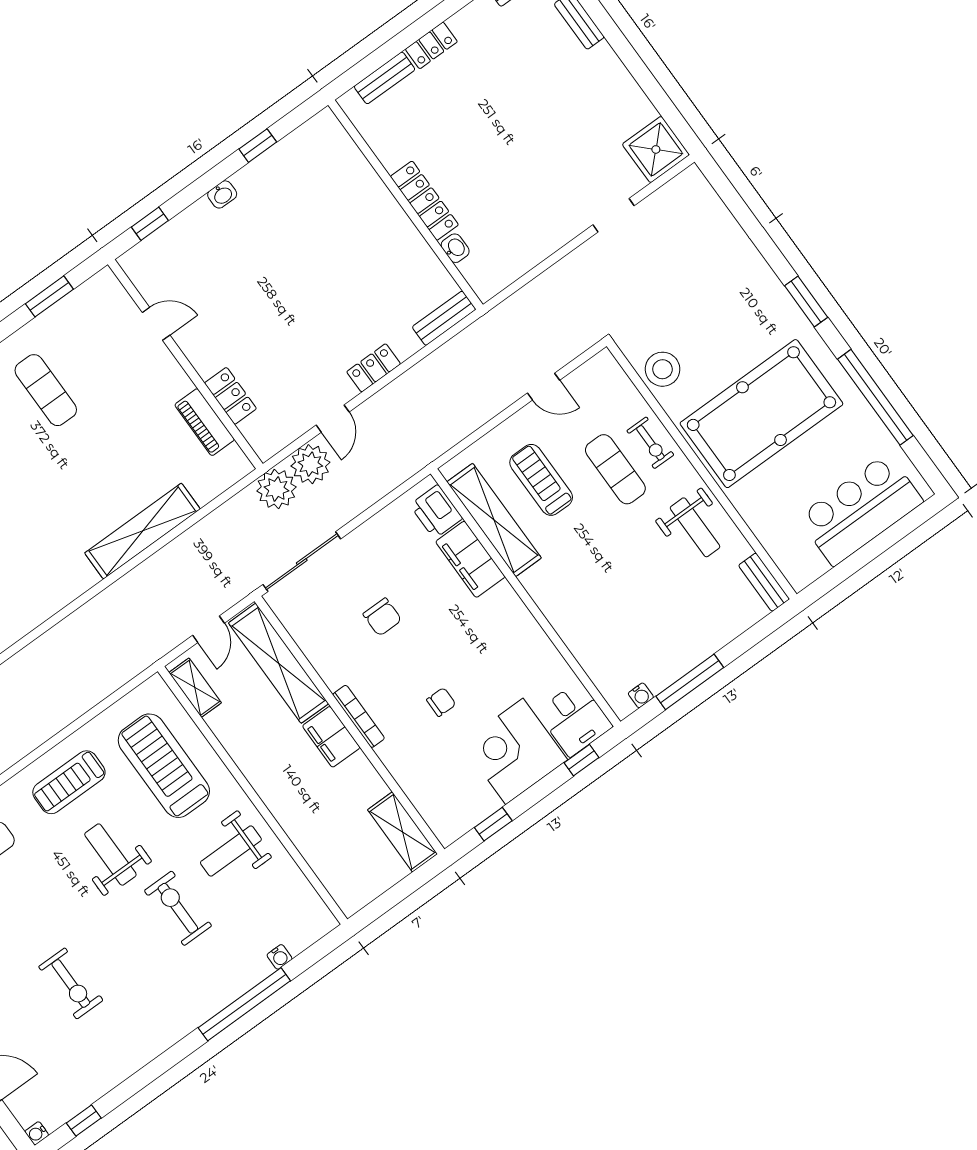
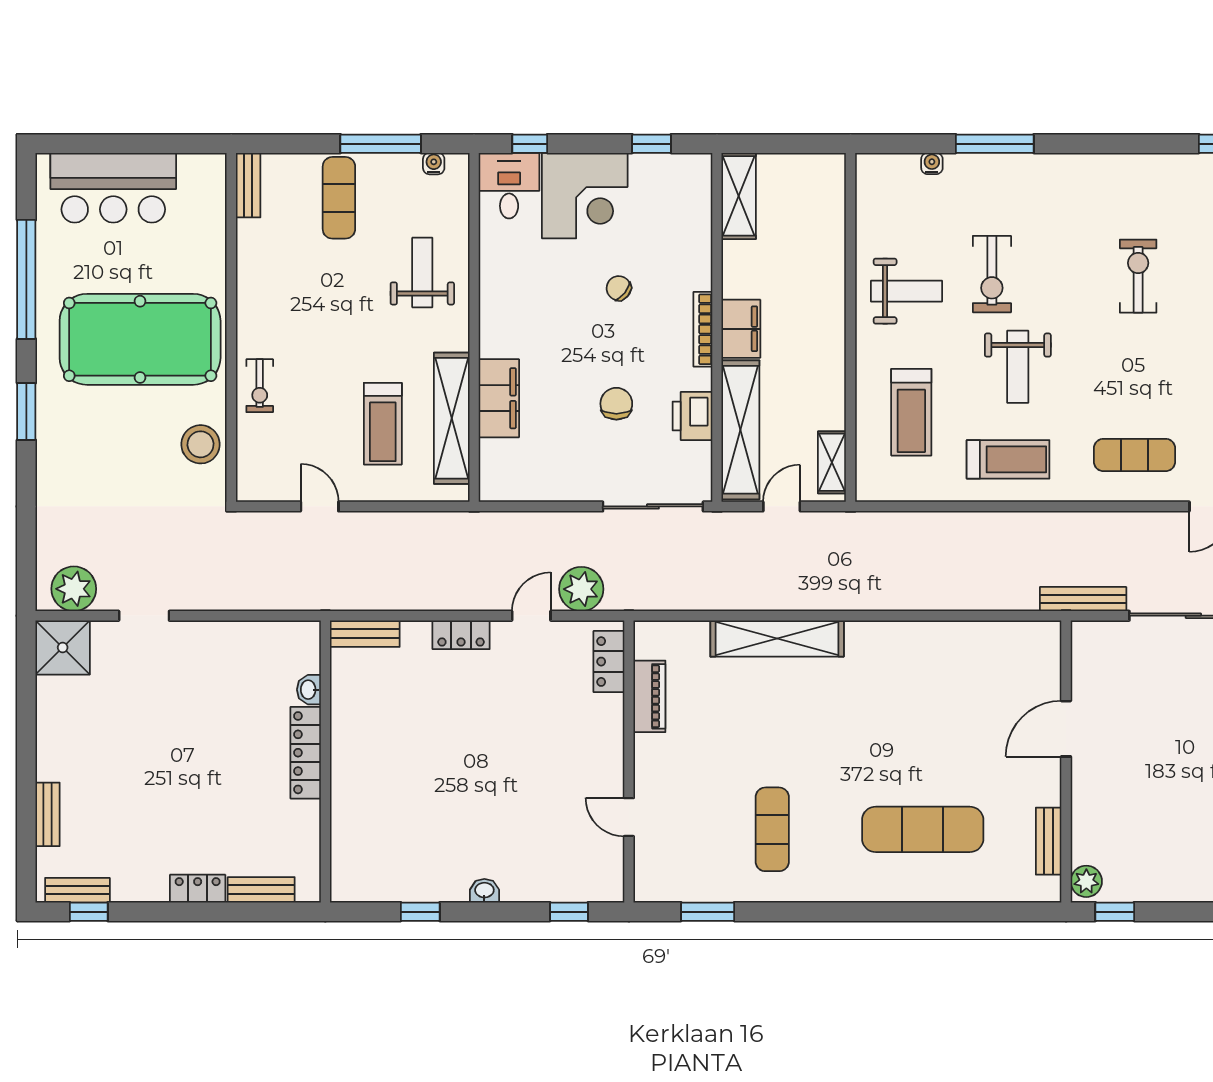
locker: (230, 396) -> (609, 662), moved
exercise bike: (650, 443) -> (260, 386), turned 180
exercise mat: (615, 469) -> (339, 198), moved
plant: (276, 489) -> (74, 589), moved
printer: (436, 512) -> (692, 416), moved, turned 180
weight bench: (695, 527) -> (422, 273), moved
chair: (441, 702) -> (619, 288), turned 38
treadmill: (164, 766) -> (911, 412), width x0.73, depth x0.73
window: (244, 1004) -> (995, 144), width x0.68

